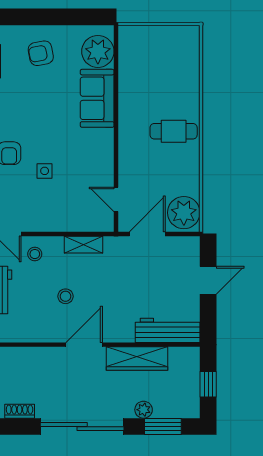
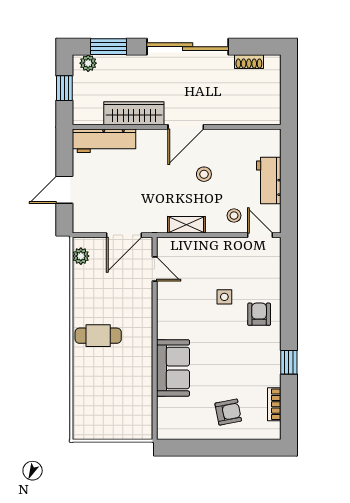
plant: (98, 51) -> (172, 414), removed
plant: (184, 213) -> (81, 256), width x0.53, depth x0.53
plant: (144, 410) -> (88, 63), moved

